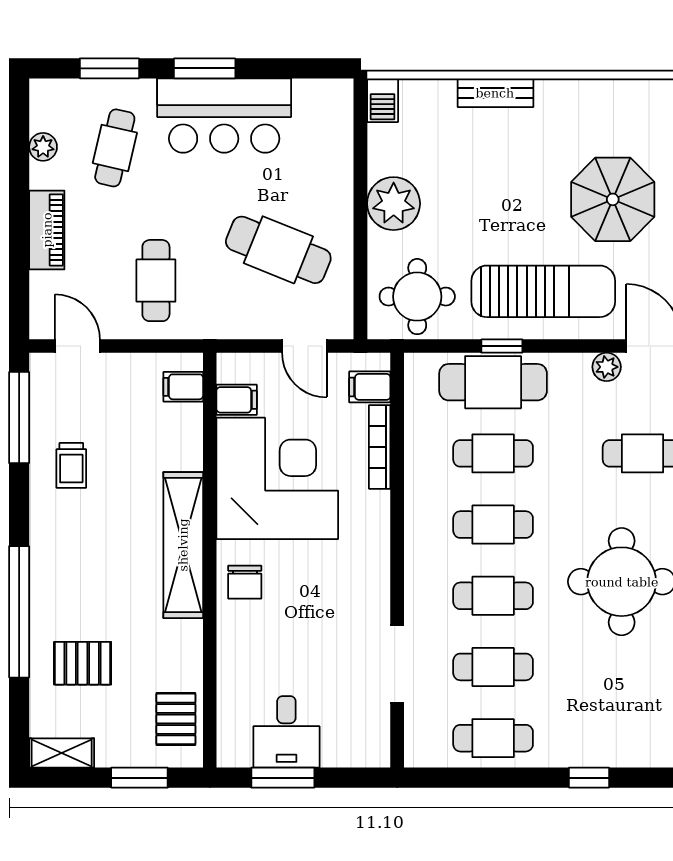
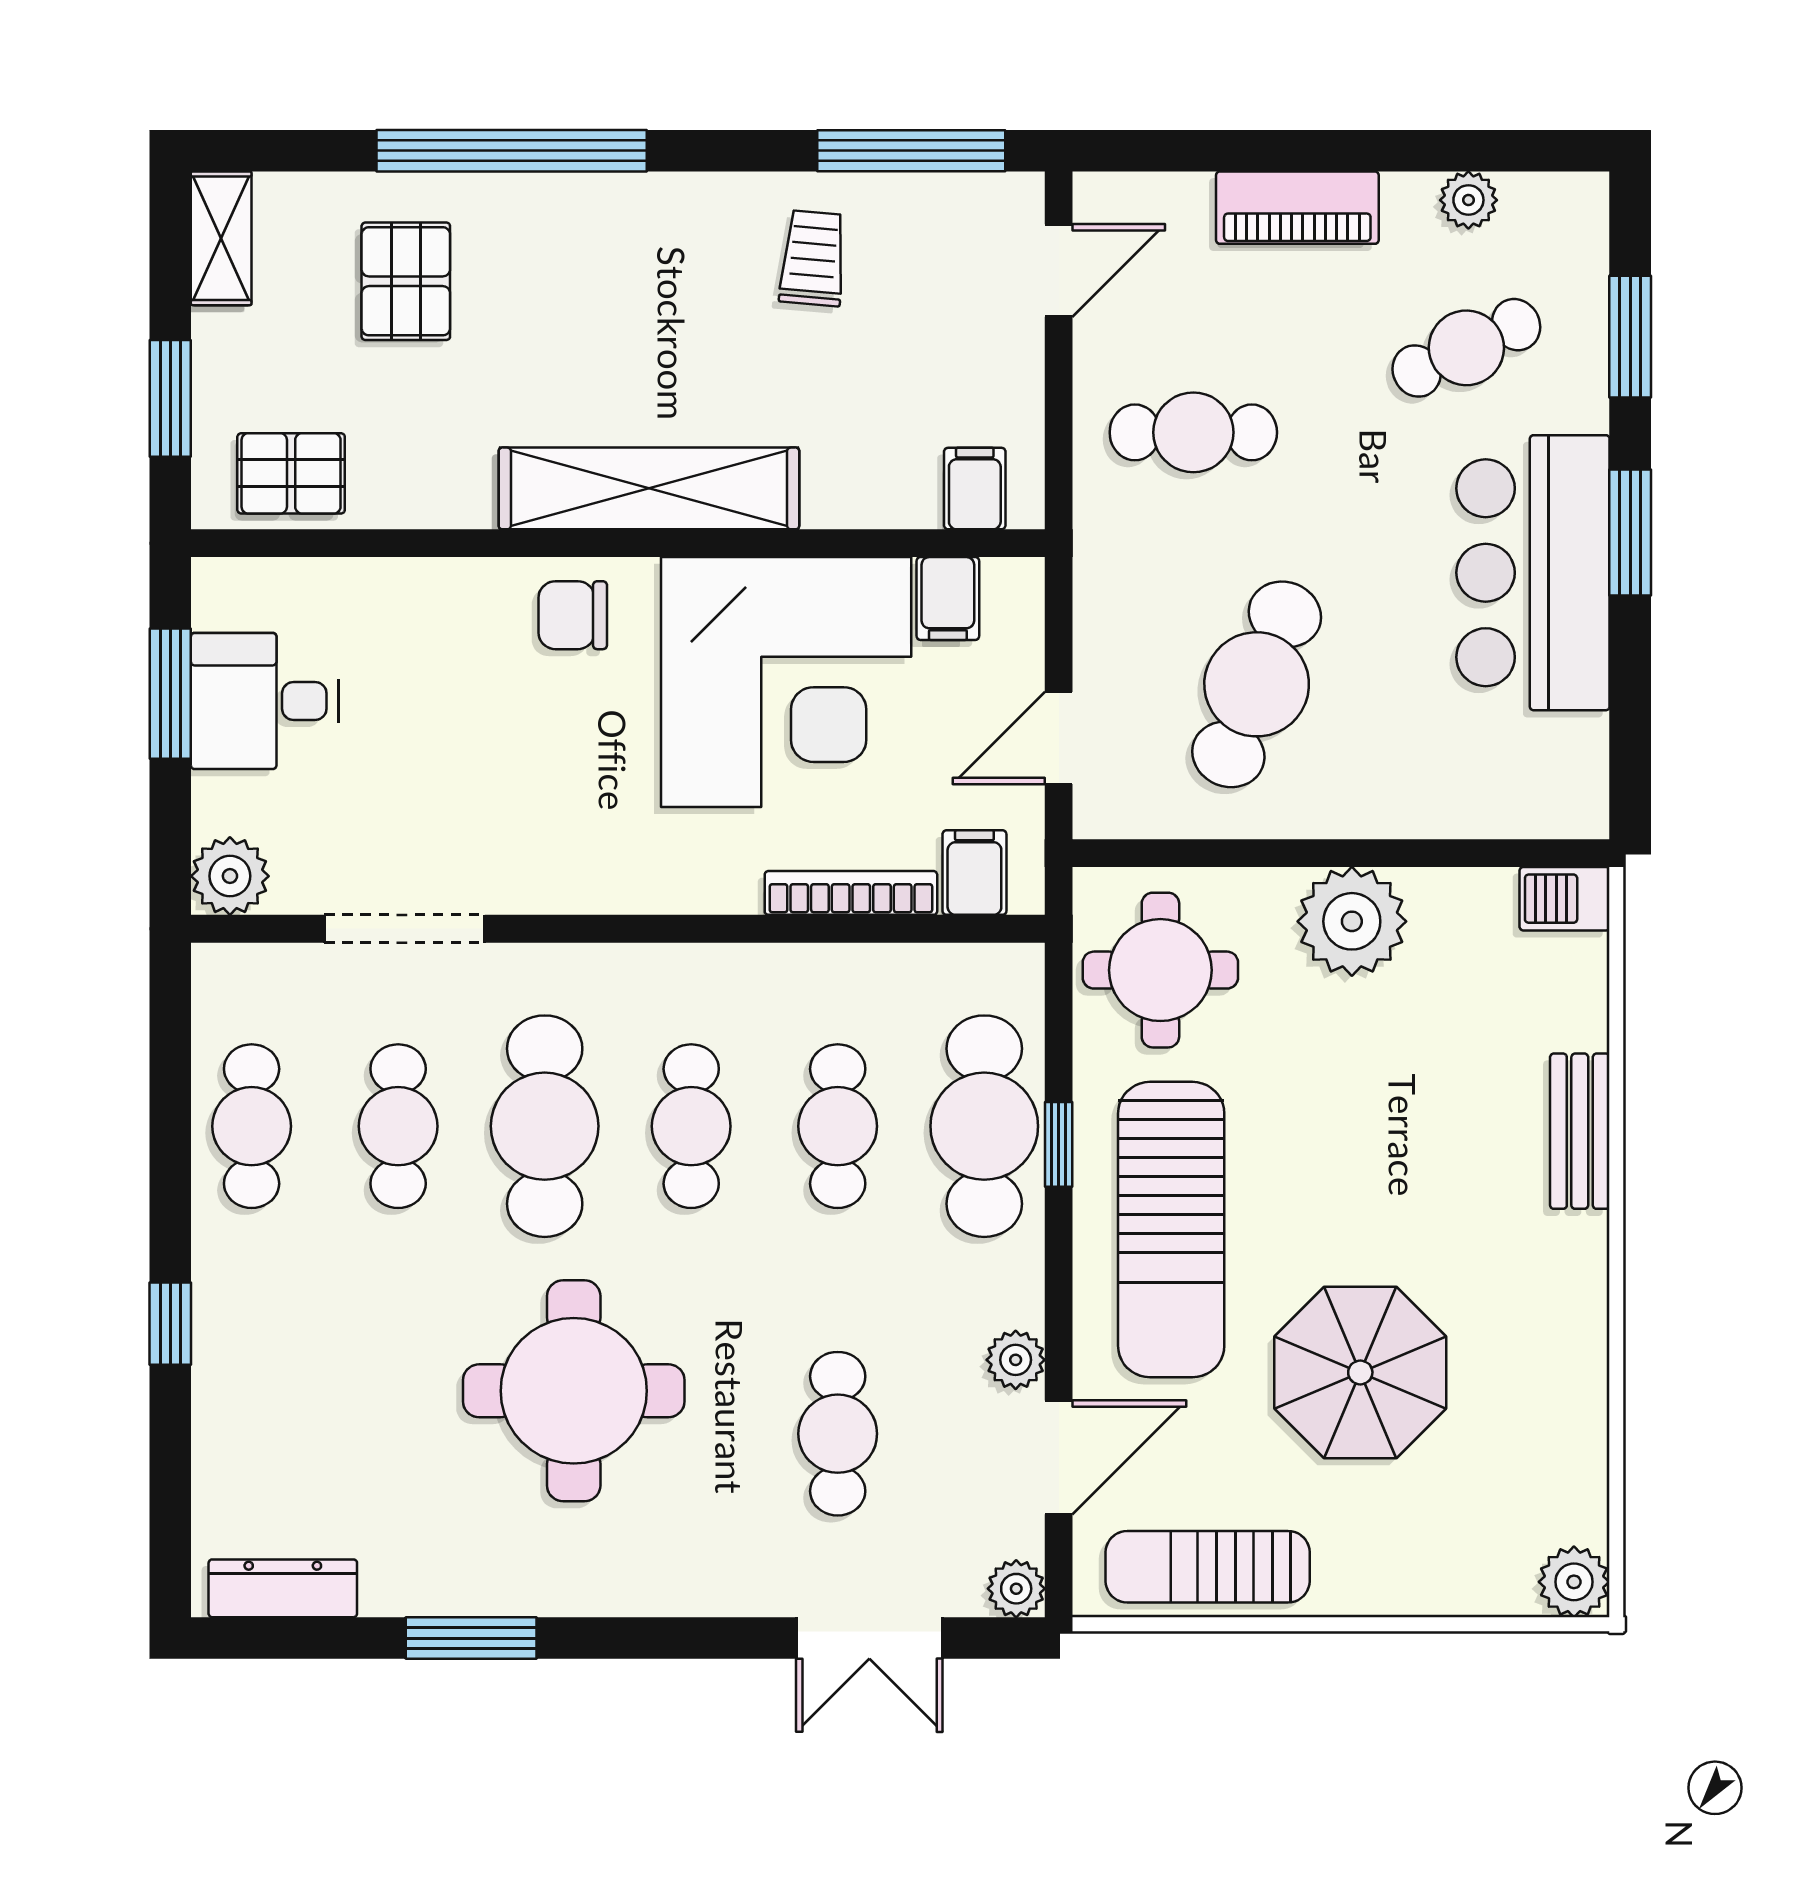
cafe table: (115, 148) -> (1466, 348), turned -38
trolley: (71, 465) -> (813, 258), turned 95
cafe table: (493, 596) -> (545, 1126), width x1.37, depth x1.35
plant: (371, 749) -> (230, 876), added

